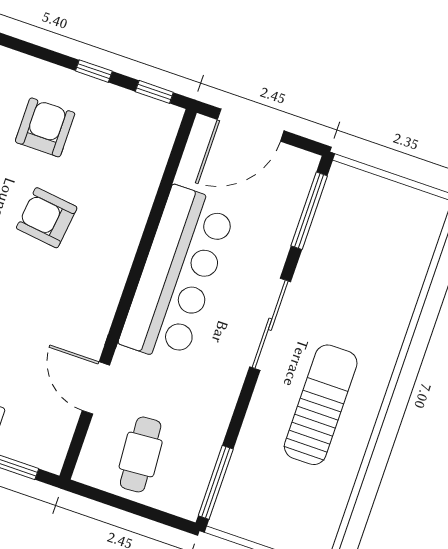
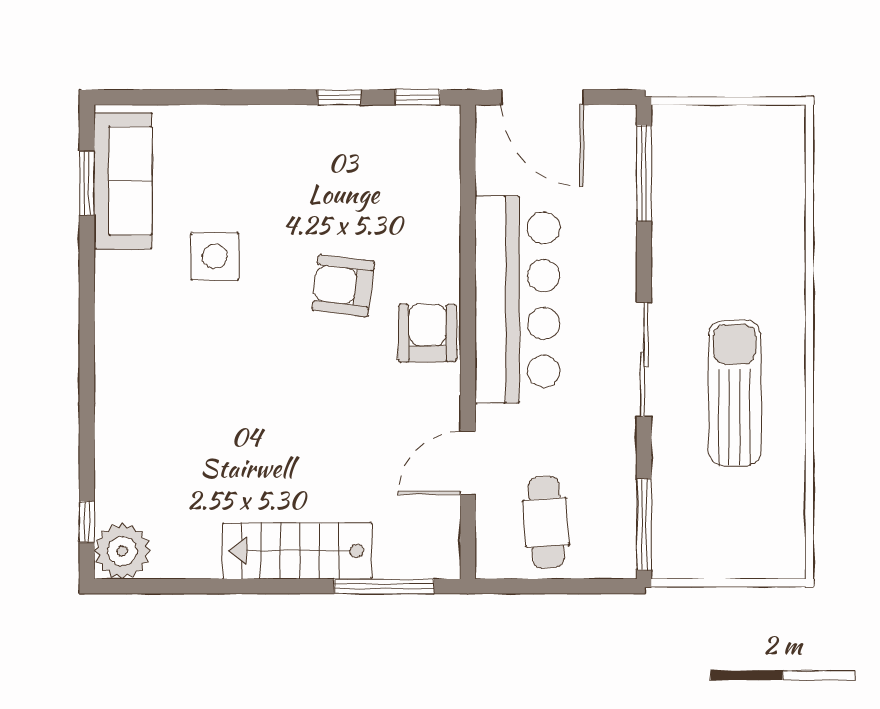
door: (251, 125) -> (542, 97), hinge flipped
armchair: (45, 127) -> (427, 333), moved
sliding door: (270, 324) -> (644, 360), moved
door: (96, 388) -> (468, 463), hinge flipped

